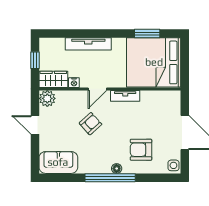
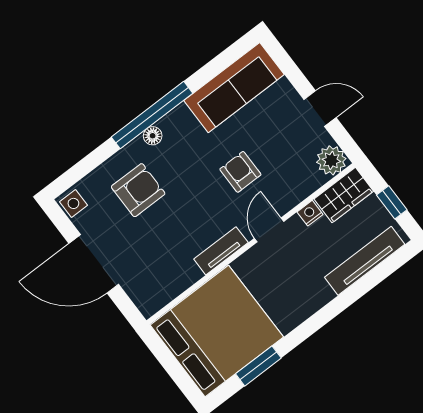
tv unit: (88, 44) -> (365, 261), moved
armchair: (91, 124) -> (240, 172), turned 132
sofa: (58, 162) -> (234, 88), width x1.36

